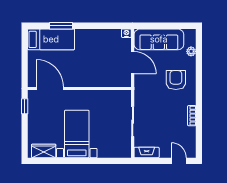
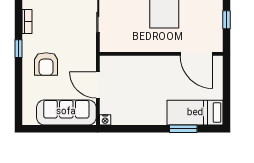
plant: (191, 51) -> (28, 98), removed
window: (199, 93) -> (19, 49), added
window: (25, 106) -> (226, 20), moved

